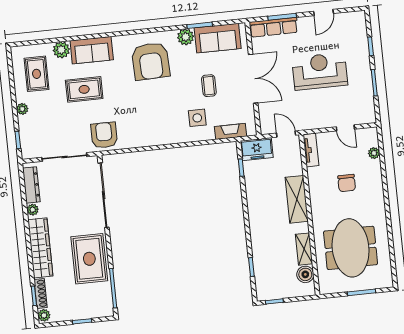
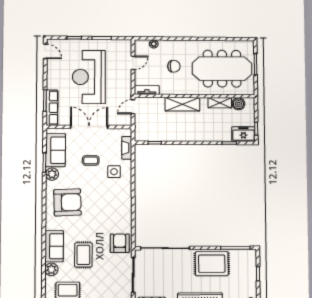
door: (324, 12) -> (45, 51), moved
reception desk: (320, 71) -> (89, 77), width x1.36, depth x1.30
armchair: (104, 135) -> (120, 243), turned 90
freezer: (257, 149) -> (243, 134), moved, turned -90
meeting table: (351, 248) -> (222, 69), width x1.36

